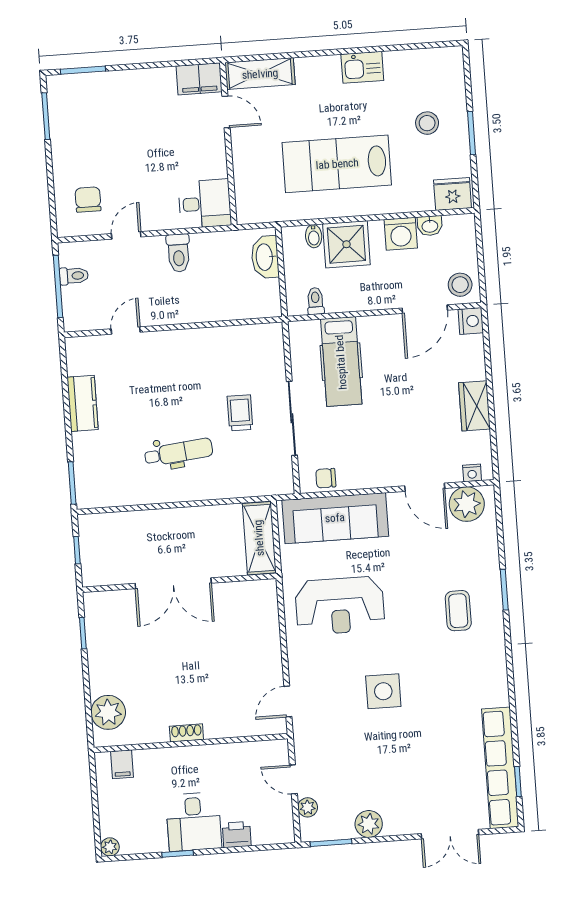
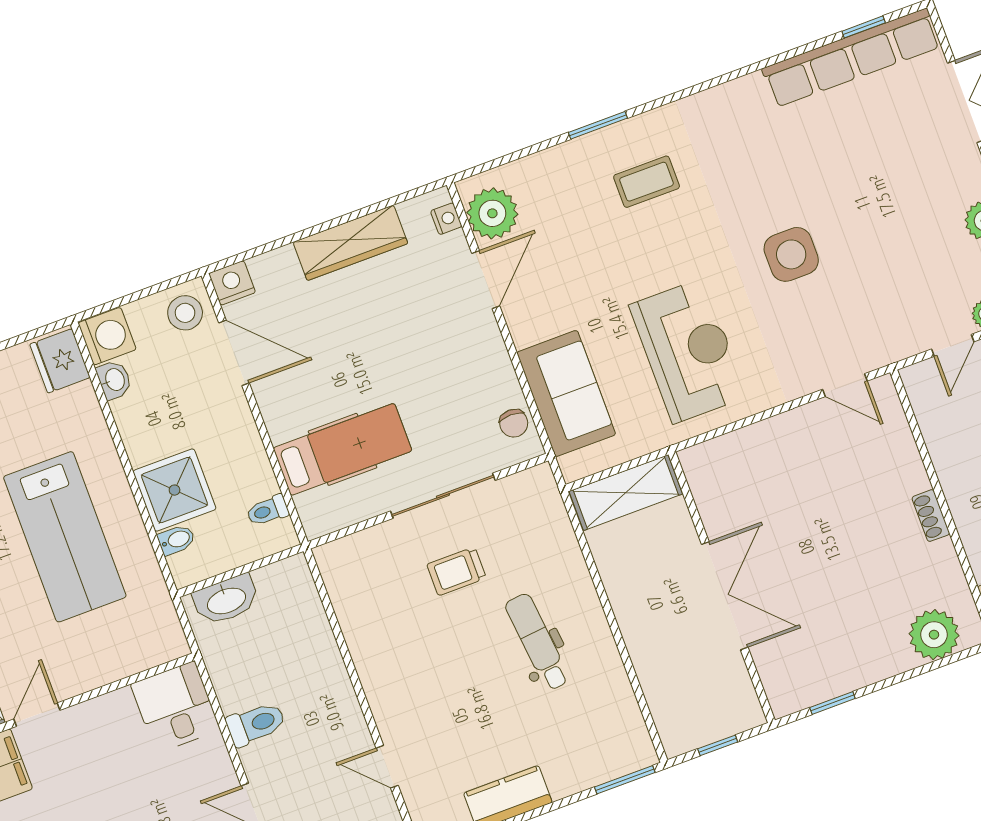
washing machine: (401, 234) -> (107, 336), moved
wardrobe: (474, 406) -> (350, 243), width x1.50
sofa: (335, 518) -> (566, 393), width x0.73

